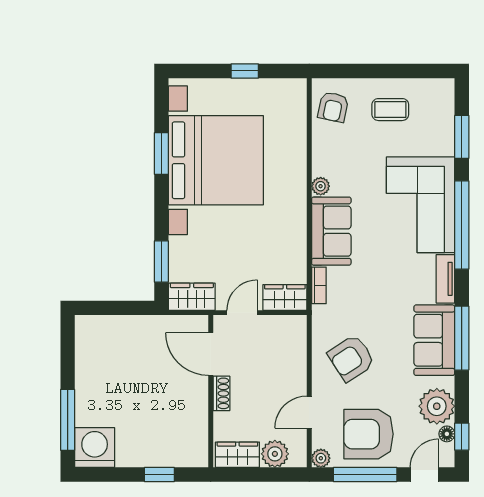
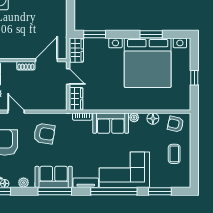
floor lamp: (323, 150) -> (153, 119), added
armchair: (351, 358) -> (44, 134), turned 132
plant: (437, 406) -> (24, 183), width x0.53, depth x0.53

